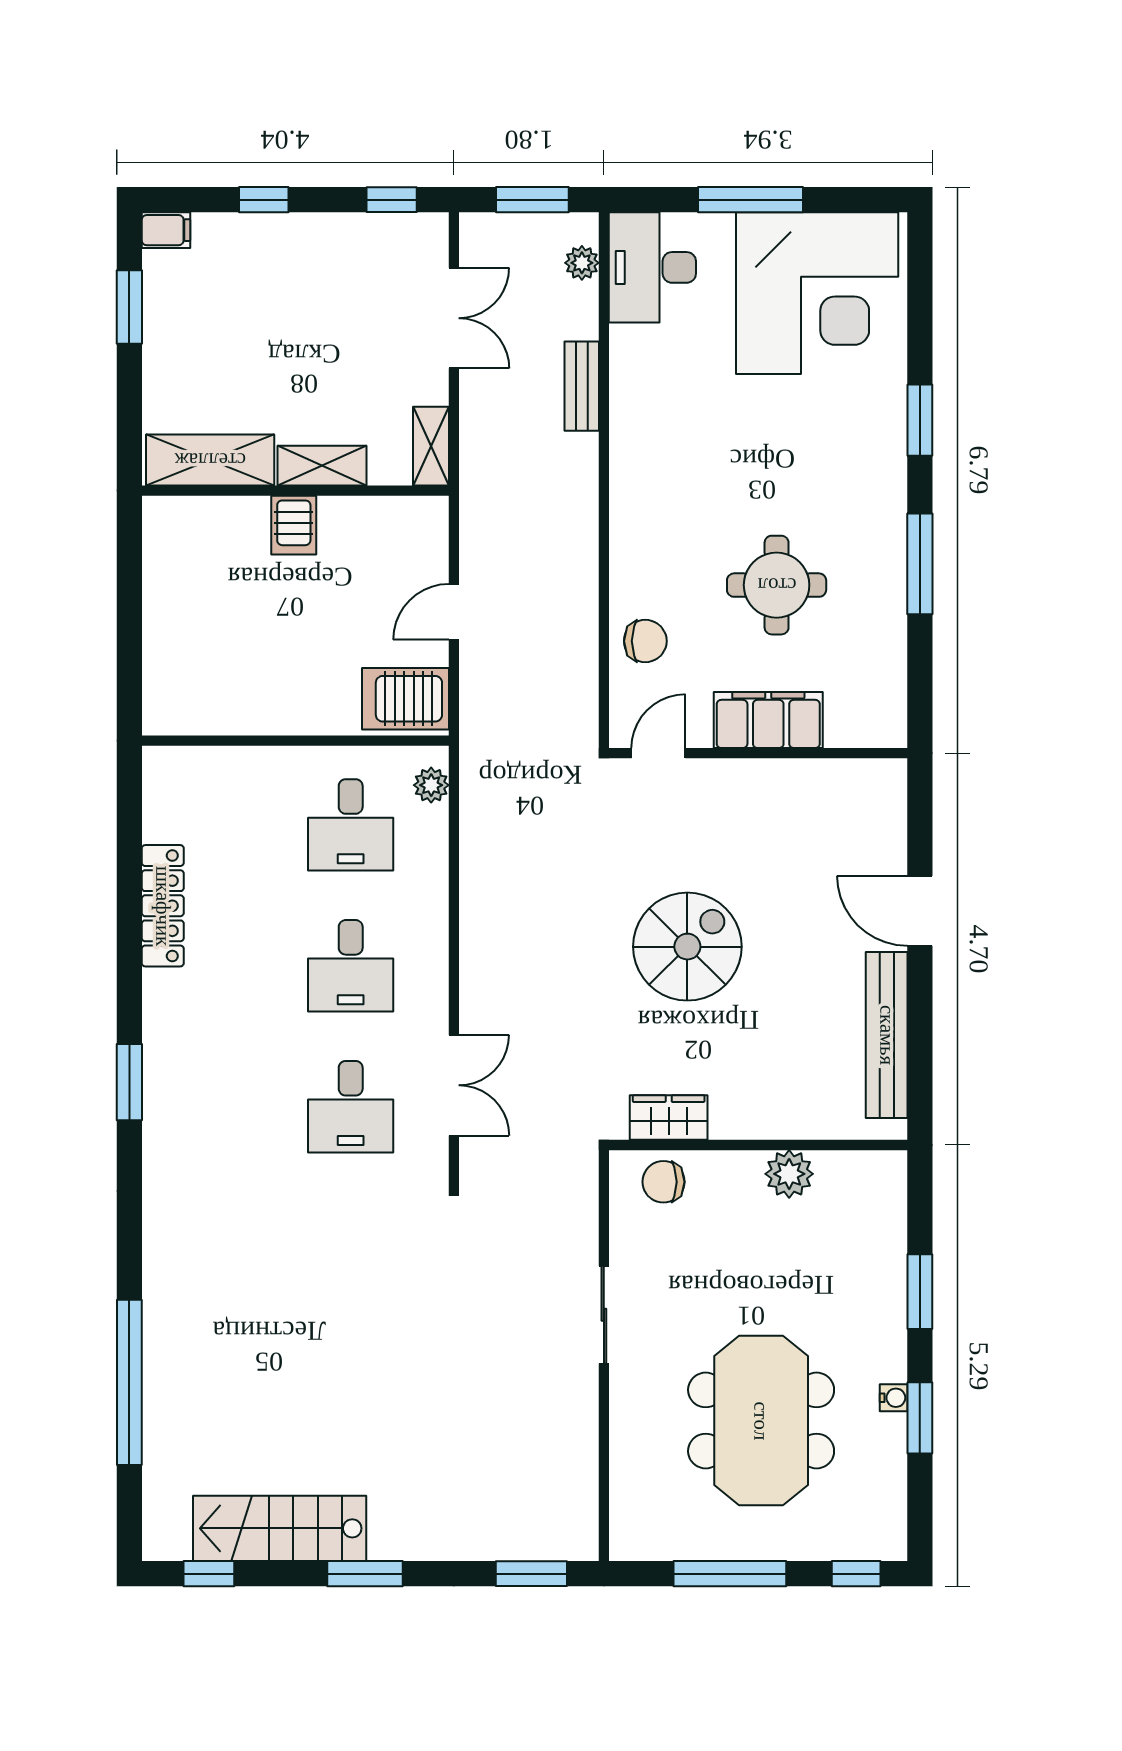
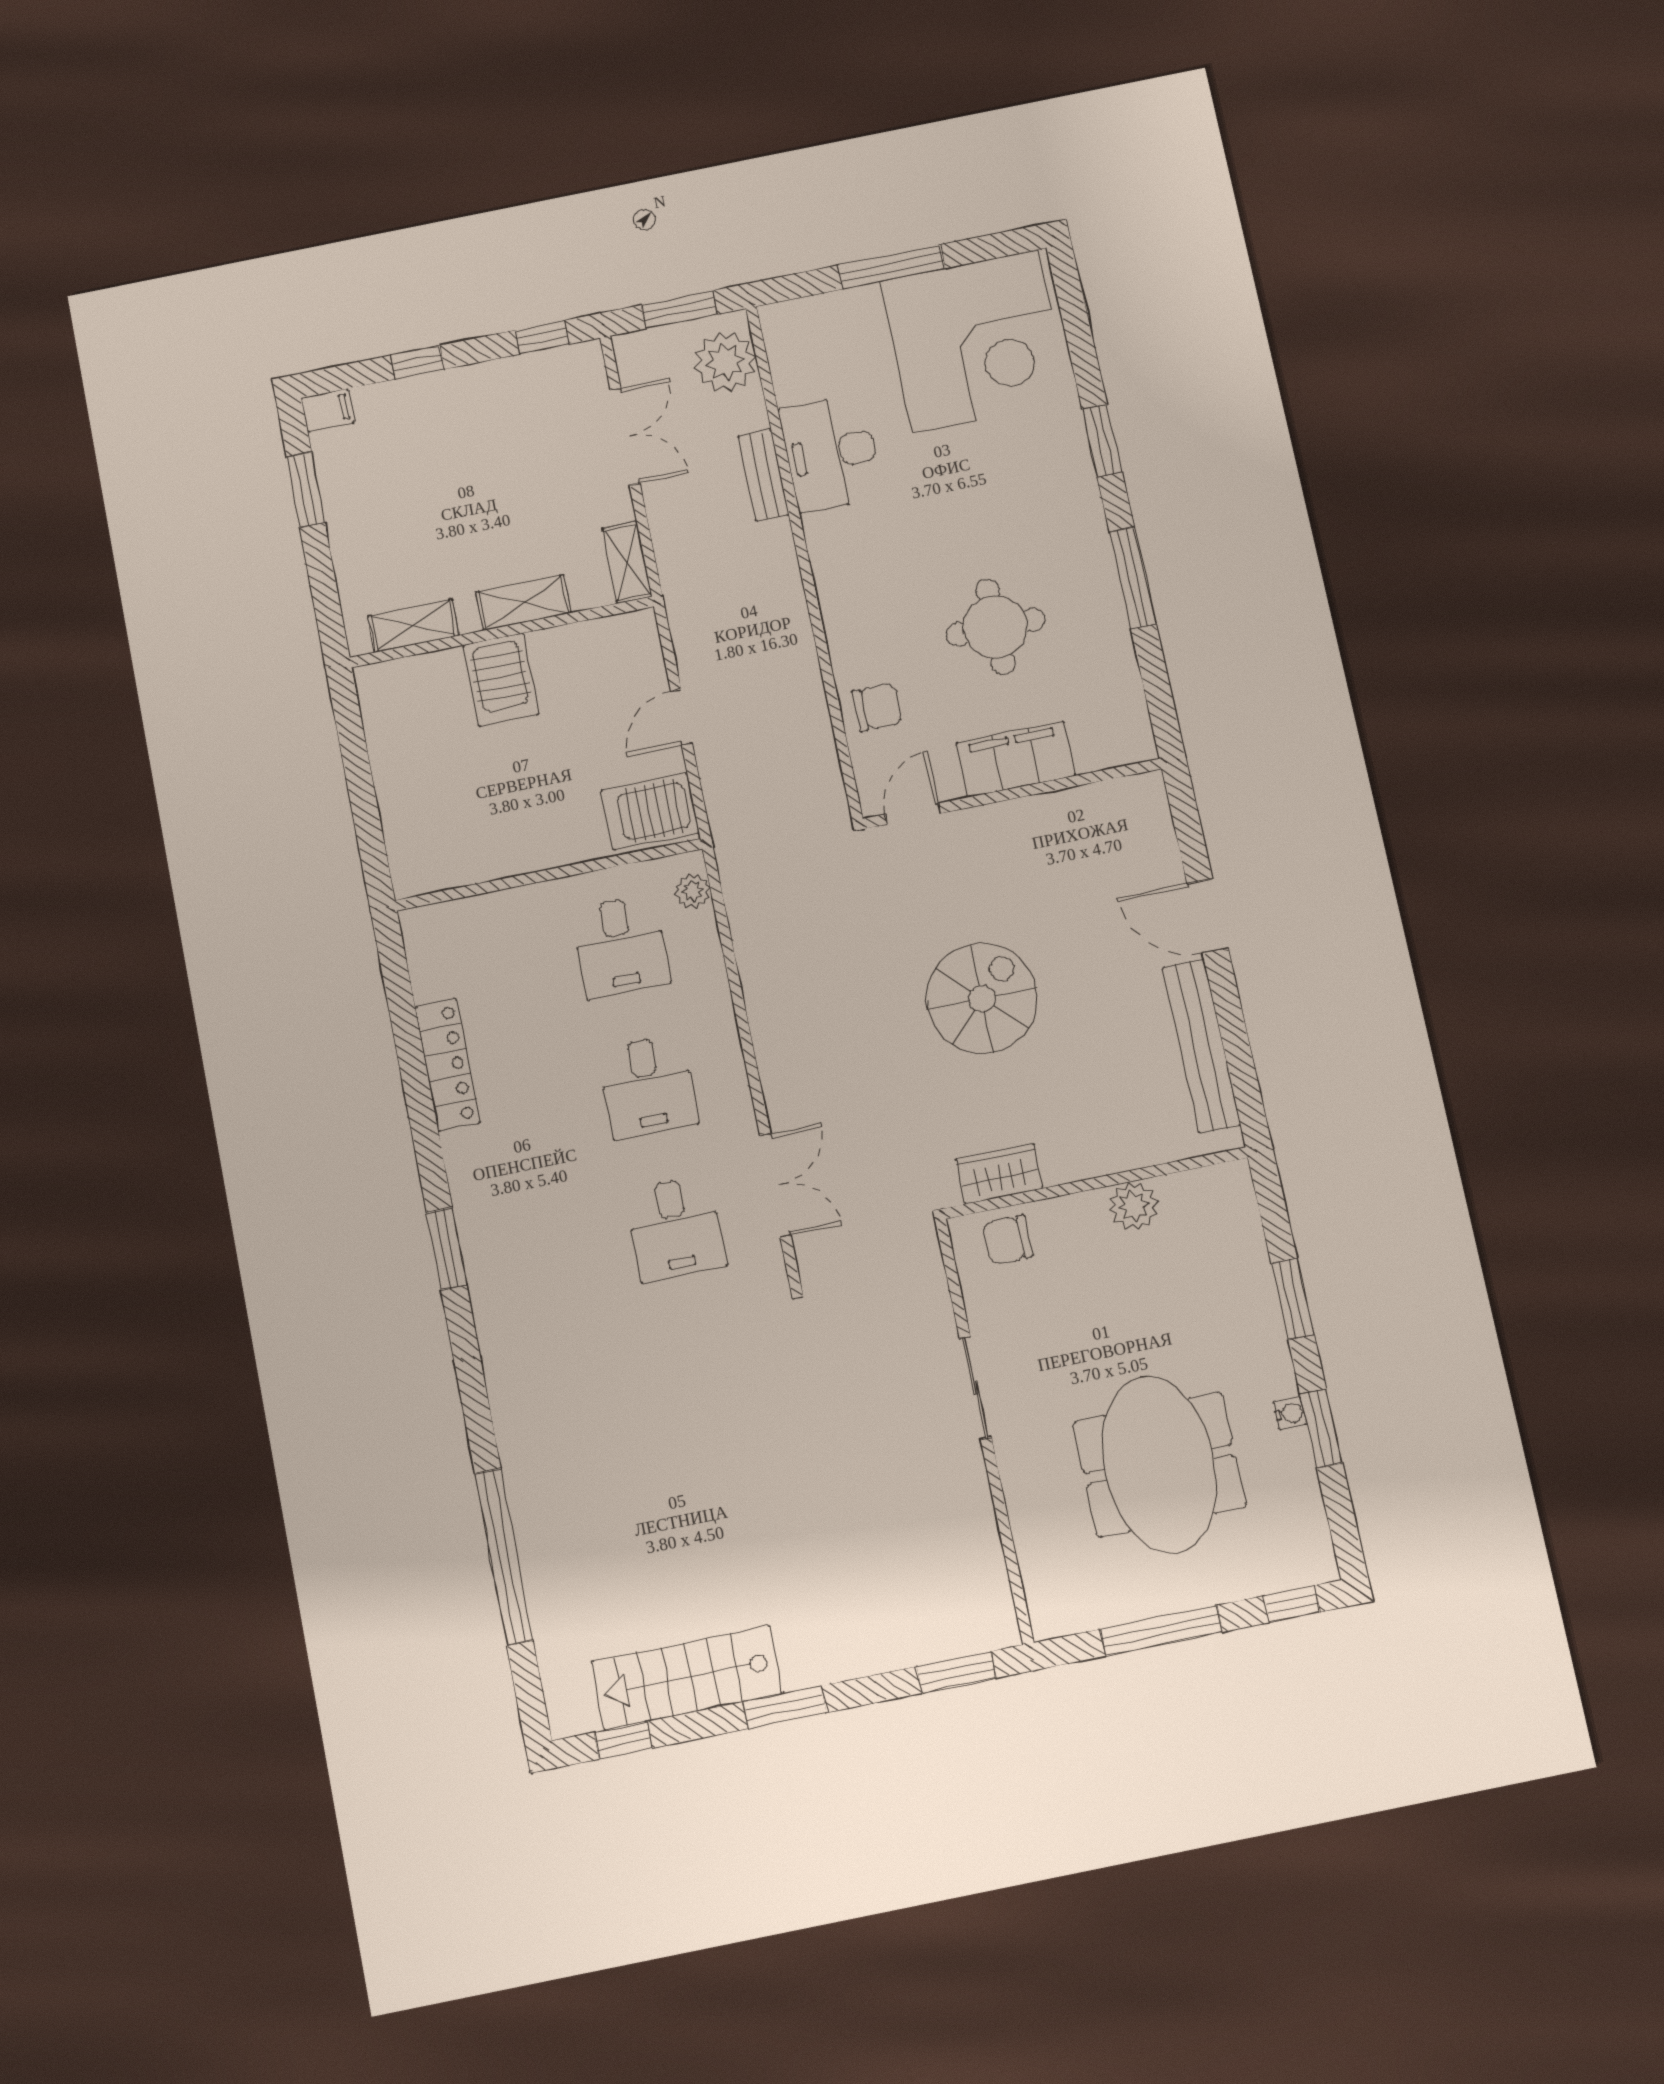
plant: (582, 263) -> (725, 362), width x1.88, depth x1.88
desk: (652, 267) -> (831, 453), moved
shelving: (210, 460) -> (413, 626), width x0.67, depth x0.75
server rack: (294, 525) -> (501, 680), width x1.36, depth x1.44

